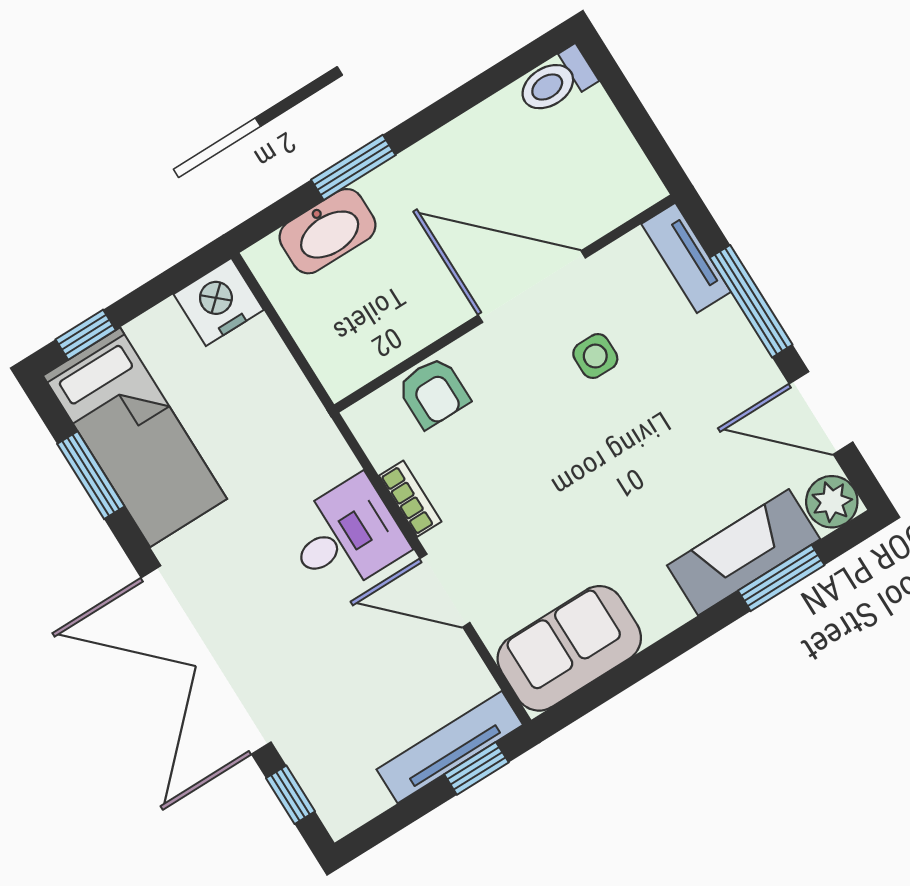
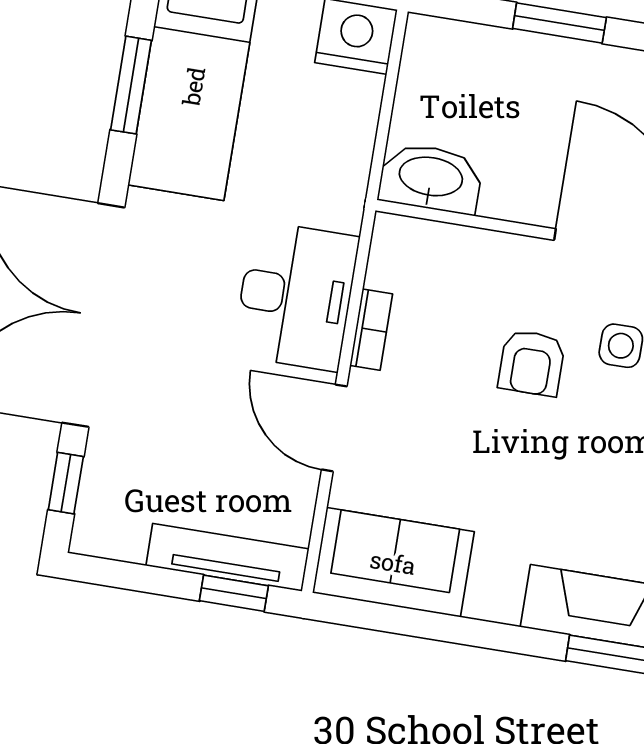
washbasin: (328, 231) -> (431, 178), moved, turned 180
armchair: (433, 392) -> (532, 363), moved
desk: (346, 536) -> (296, 296), width x1.37

